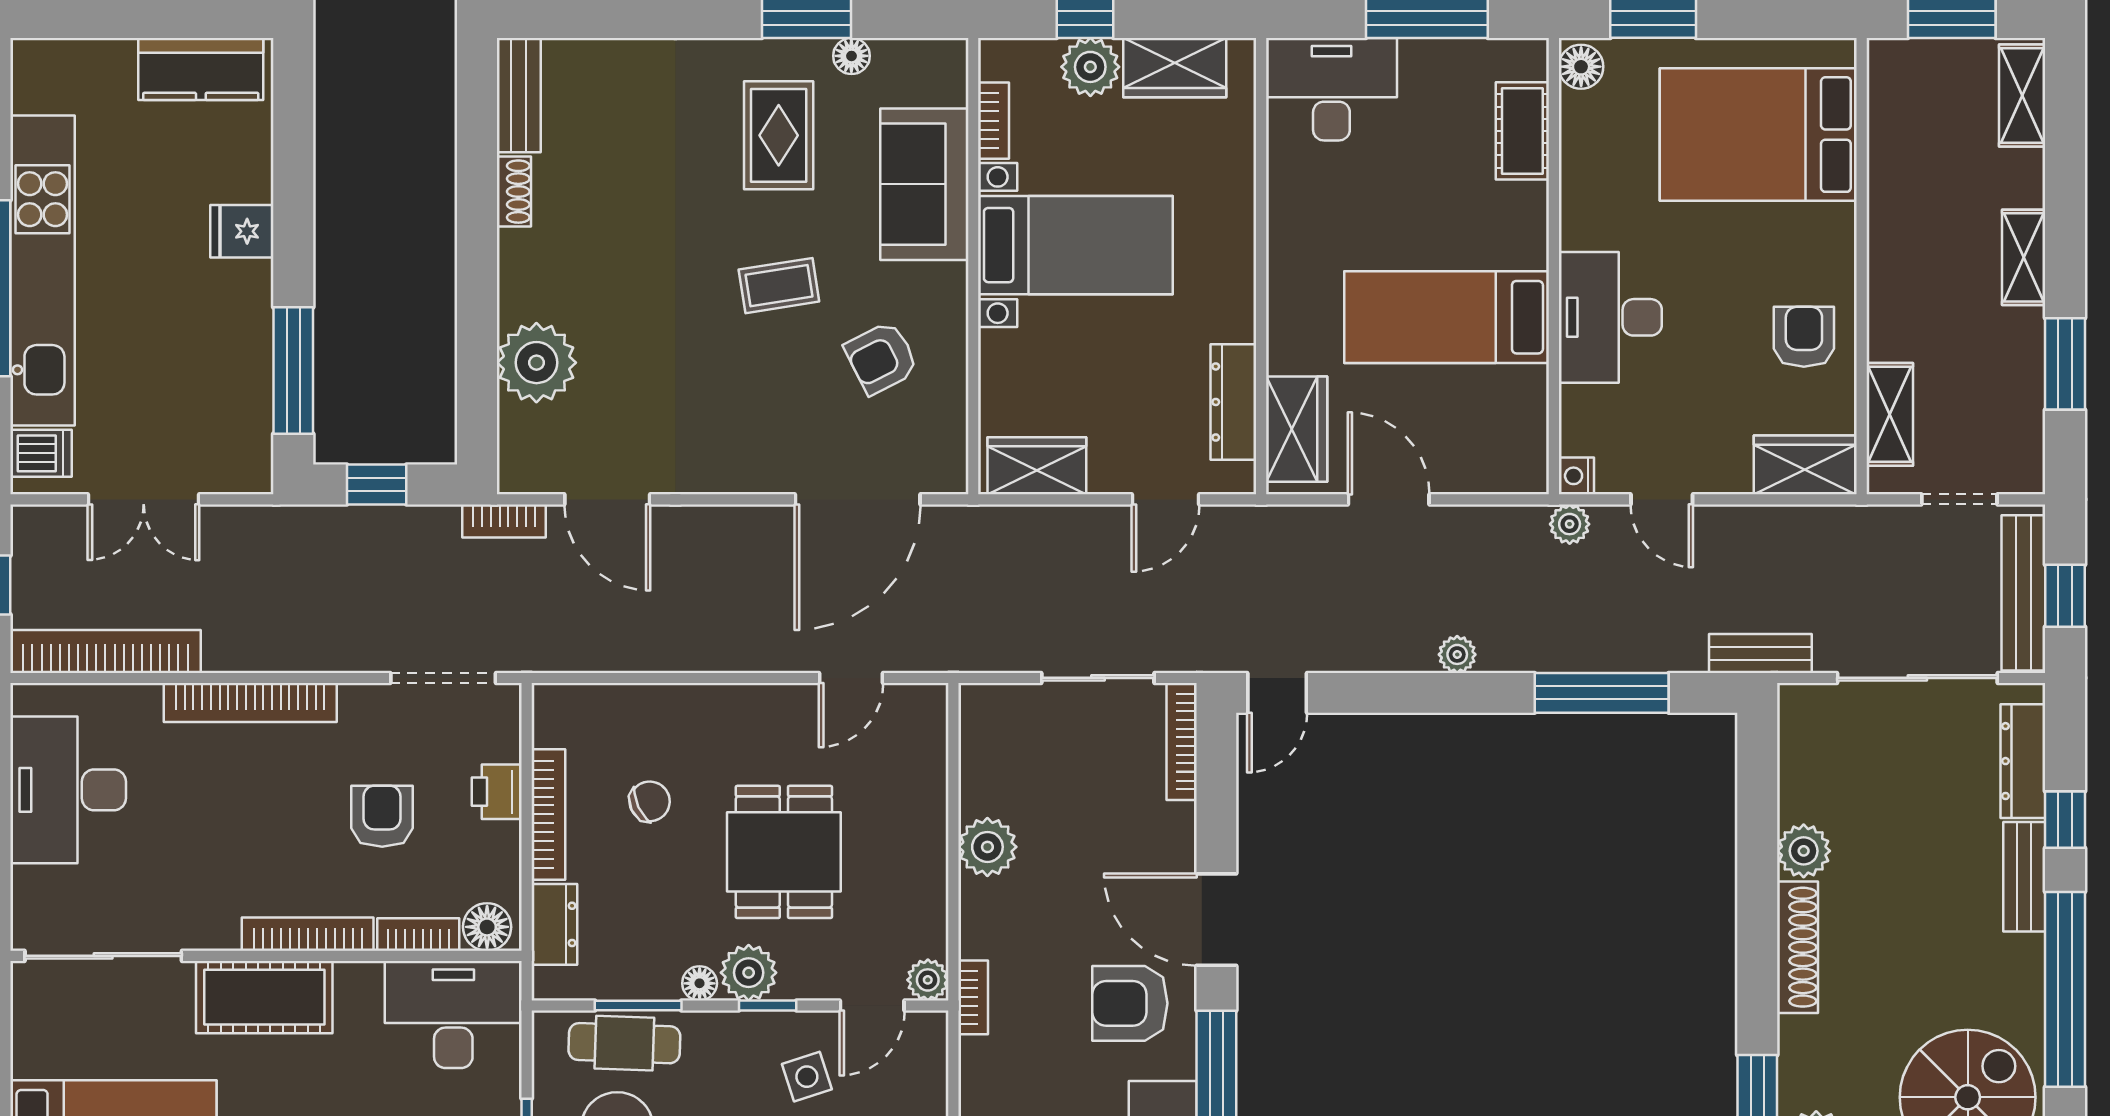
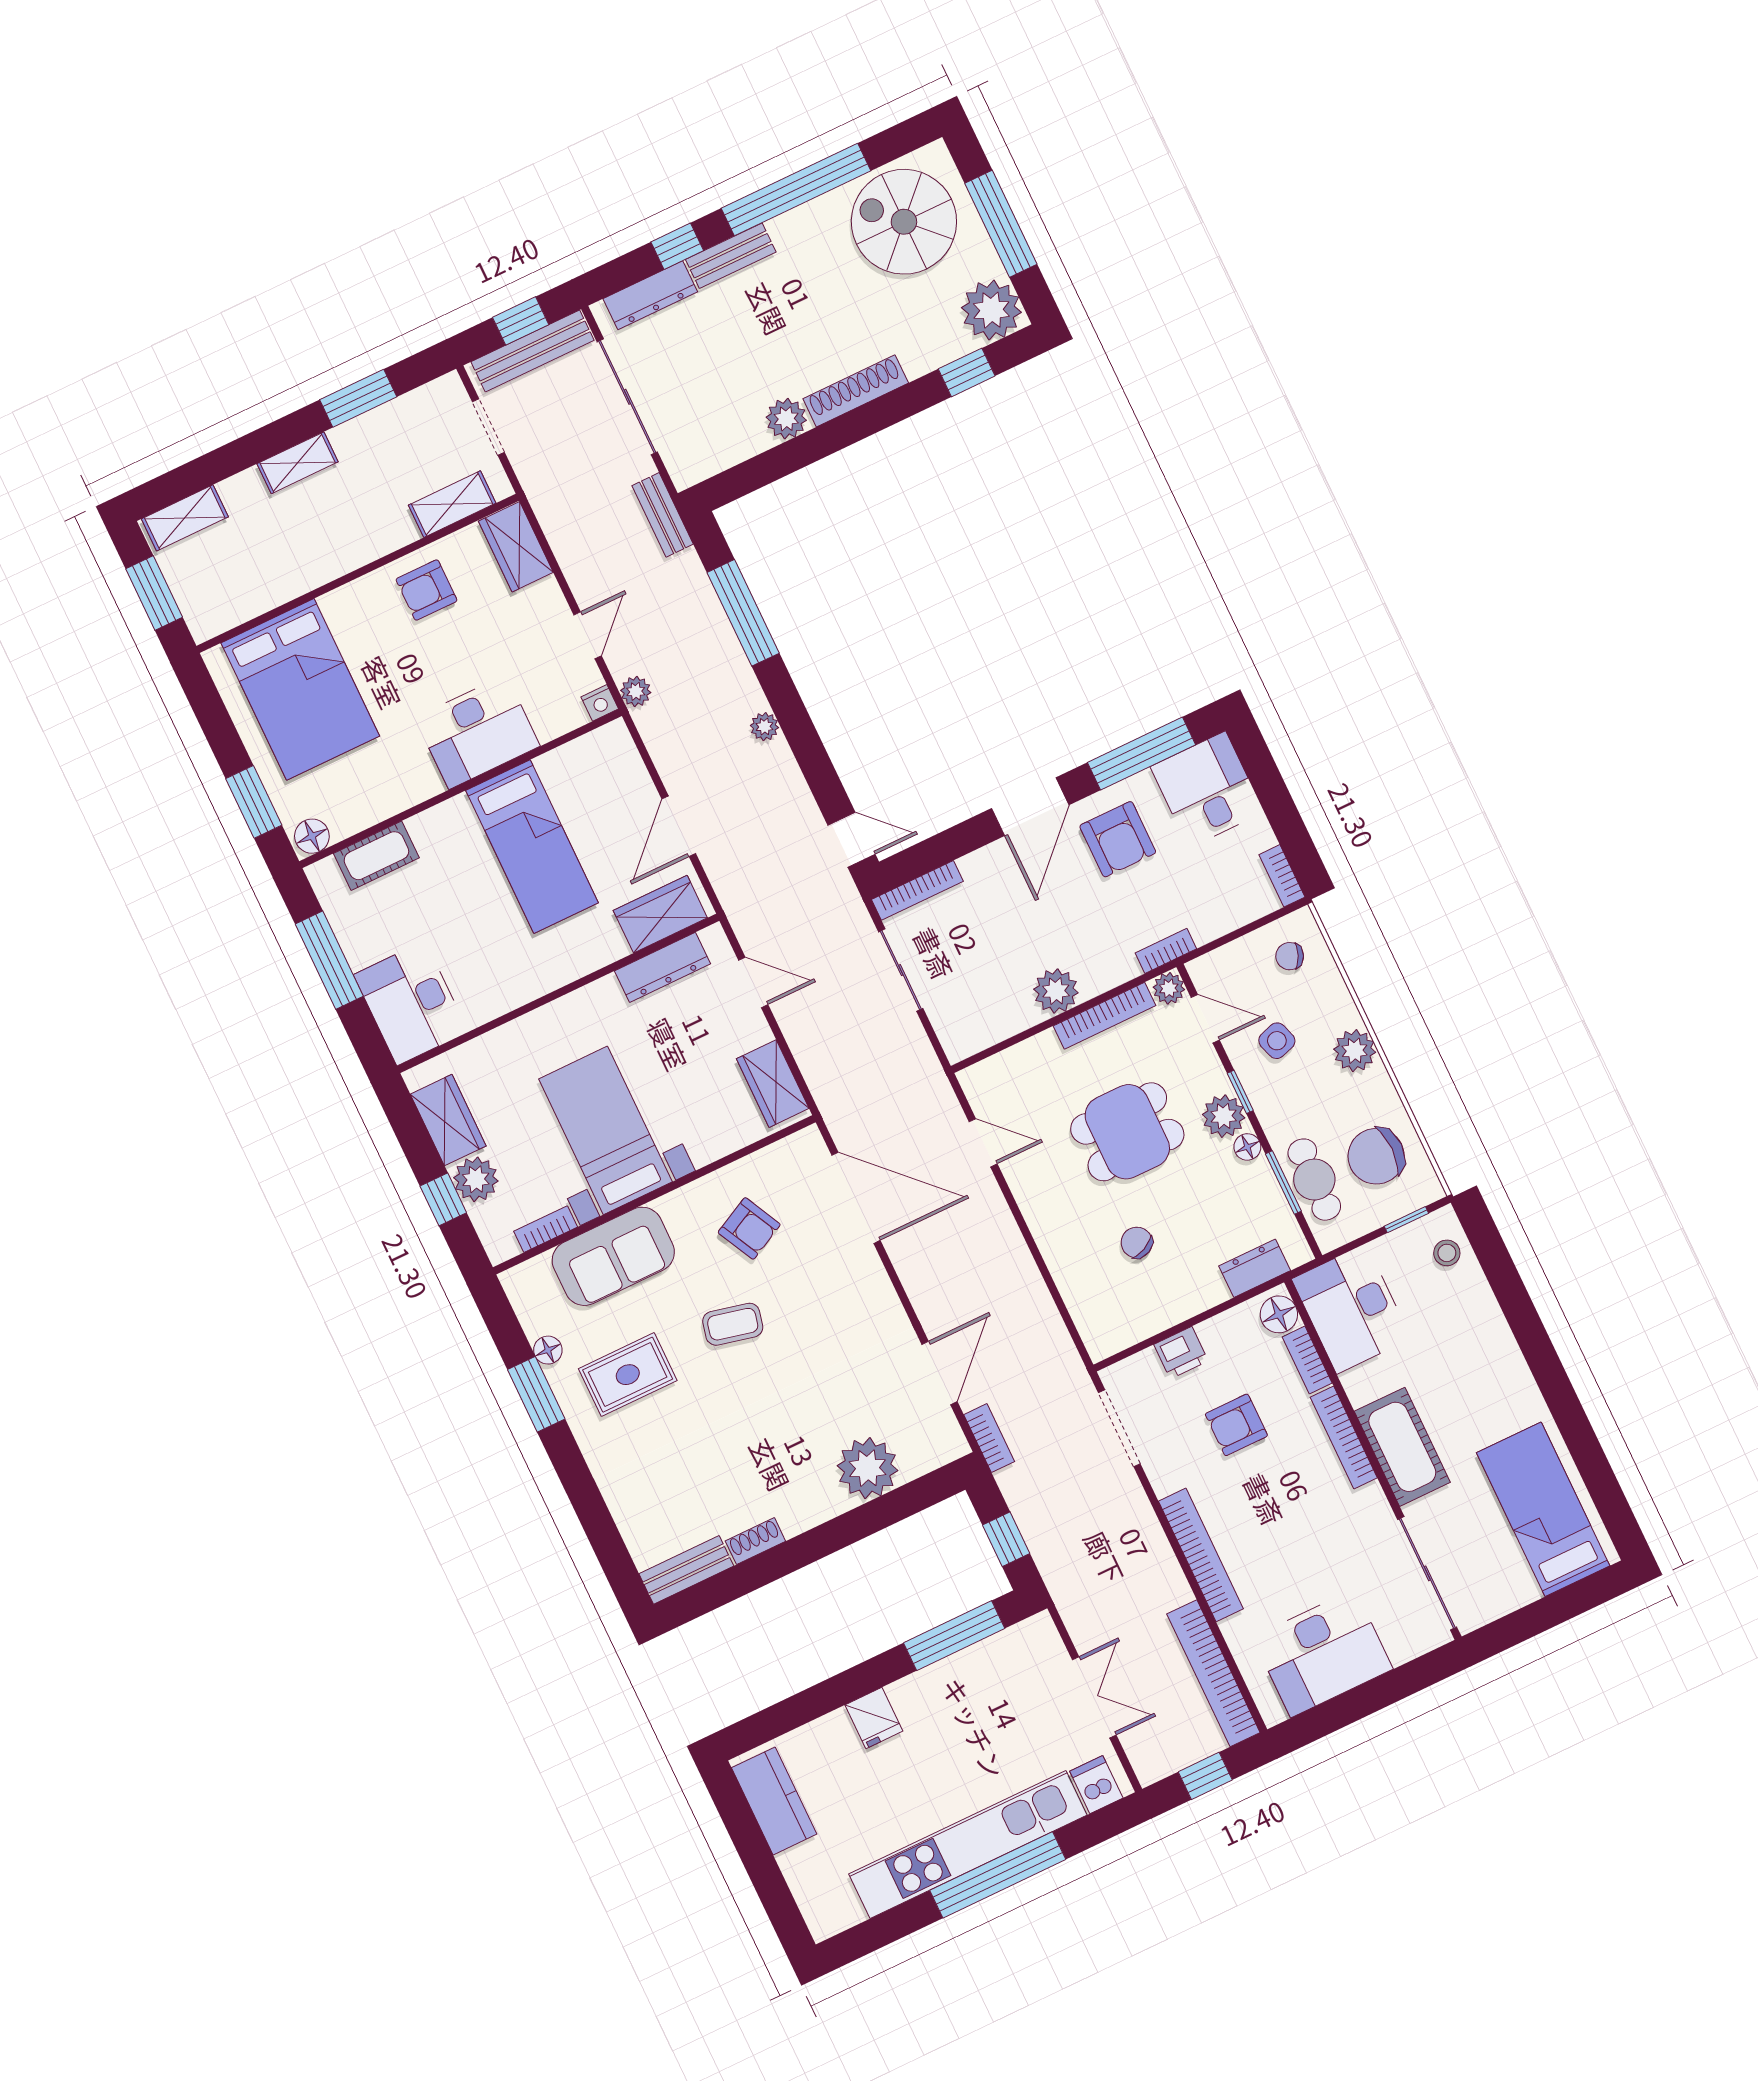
coffee table: (779, 286) -> (733, 1324), turned -68
bookcase: (548, 814) -> (1105, 1016), moved, turned 180

